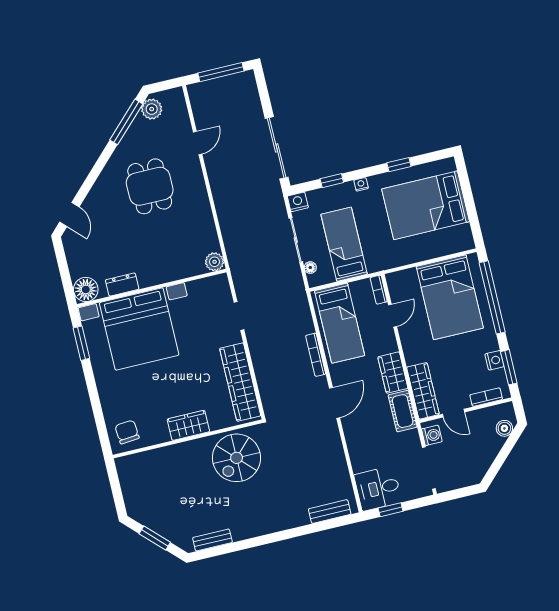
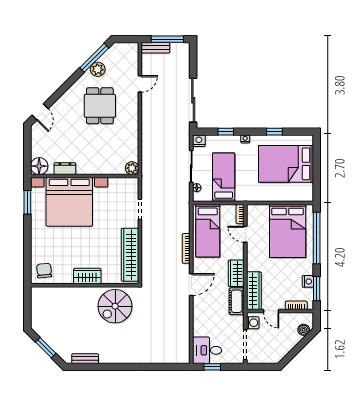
plant: (152, 109) -> (98, 69), moved
door: (393, 316) -> (245, 234), swing flipped
bench: (330, 512) -> (155, 48), moved

